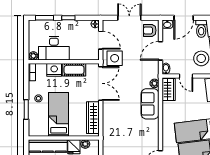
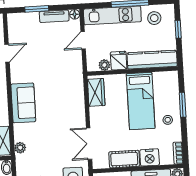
double door: (101, 83) -> (89, 144), width x0.73
sofa: (150, 104) -> (23, 103), moved
wardrobe: (93, 118) -> (96, 92), width x0.67

